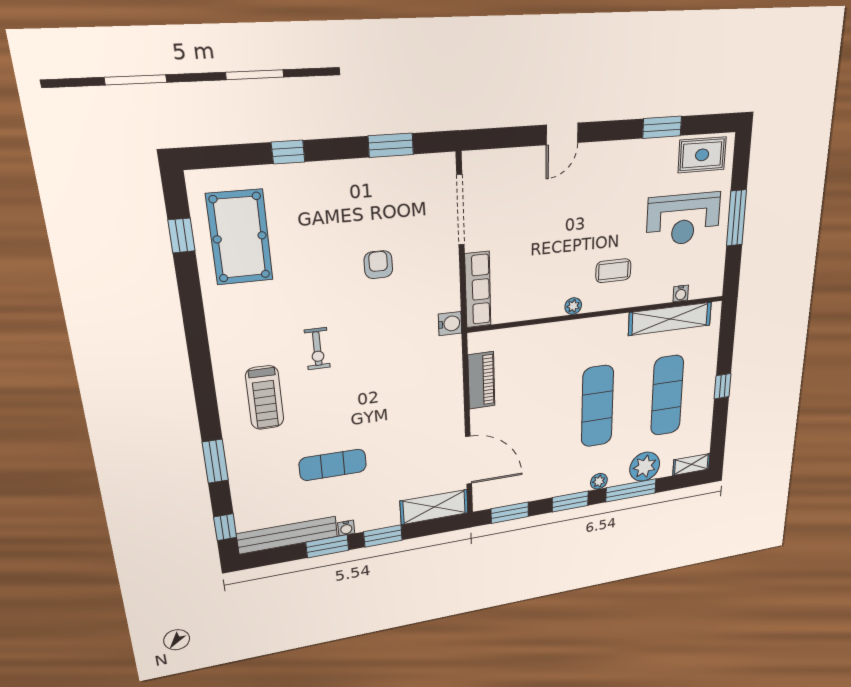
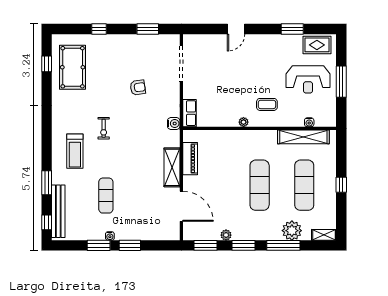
armchair: (378, 265) -> (138, 87), turned 82
row of seats: (478, 290) -> (189, 113), width x0.68
exercise mat: (333, 465) -> (106, 196), turned 90
plant: (599, 481) -> (226, 235), moved
shelving: (434, 507) -> (172, 167), moved, turned 90
bench: (288, 535) -> (58, 211), moved, turned 90

